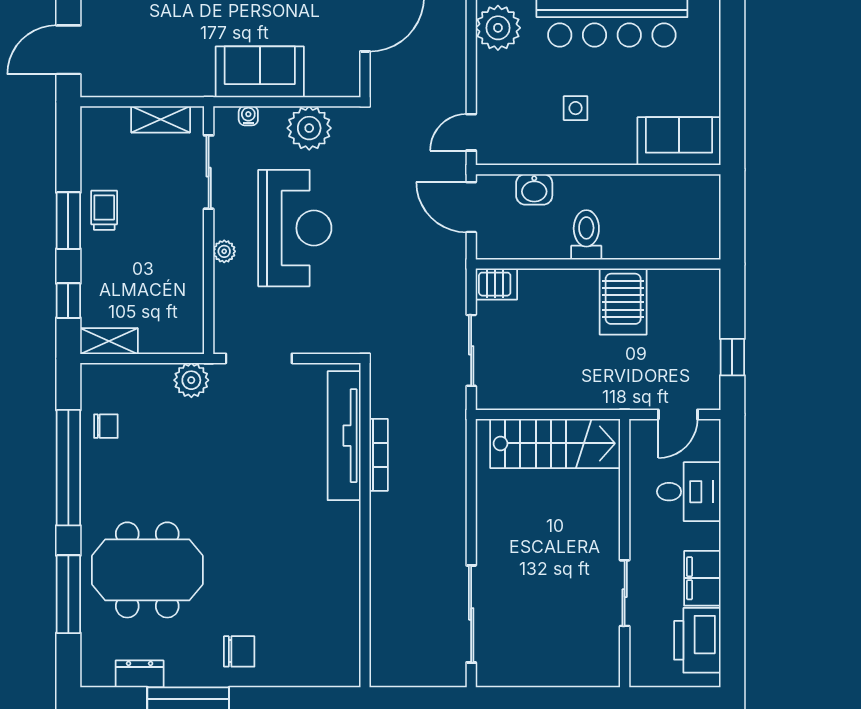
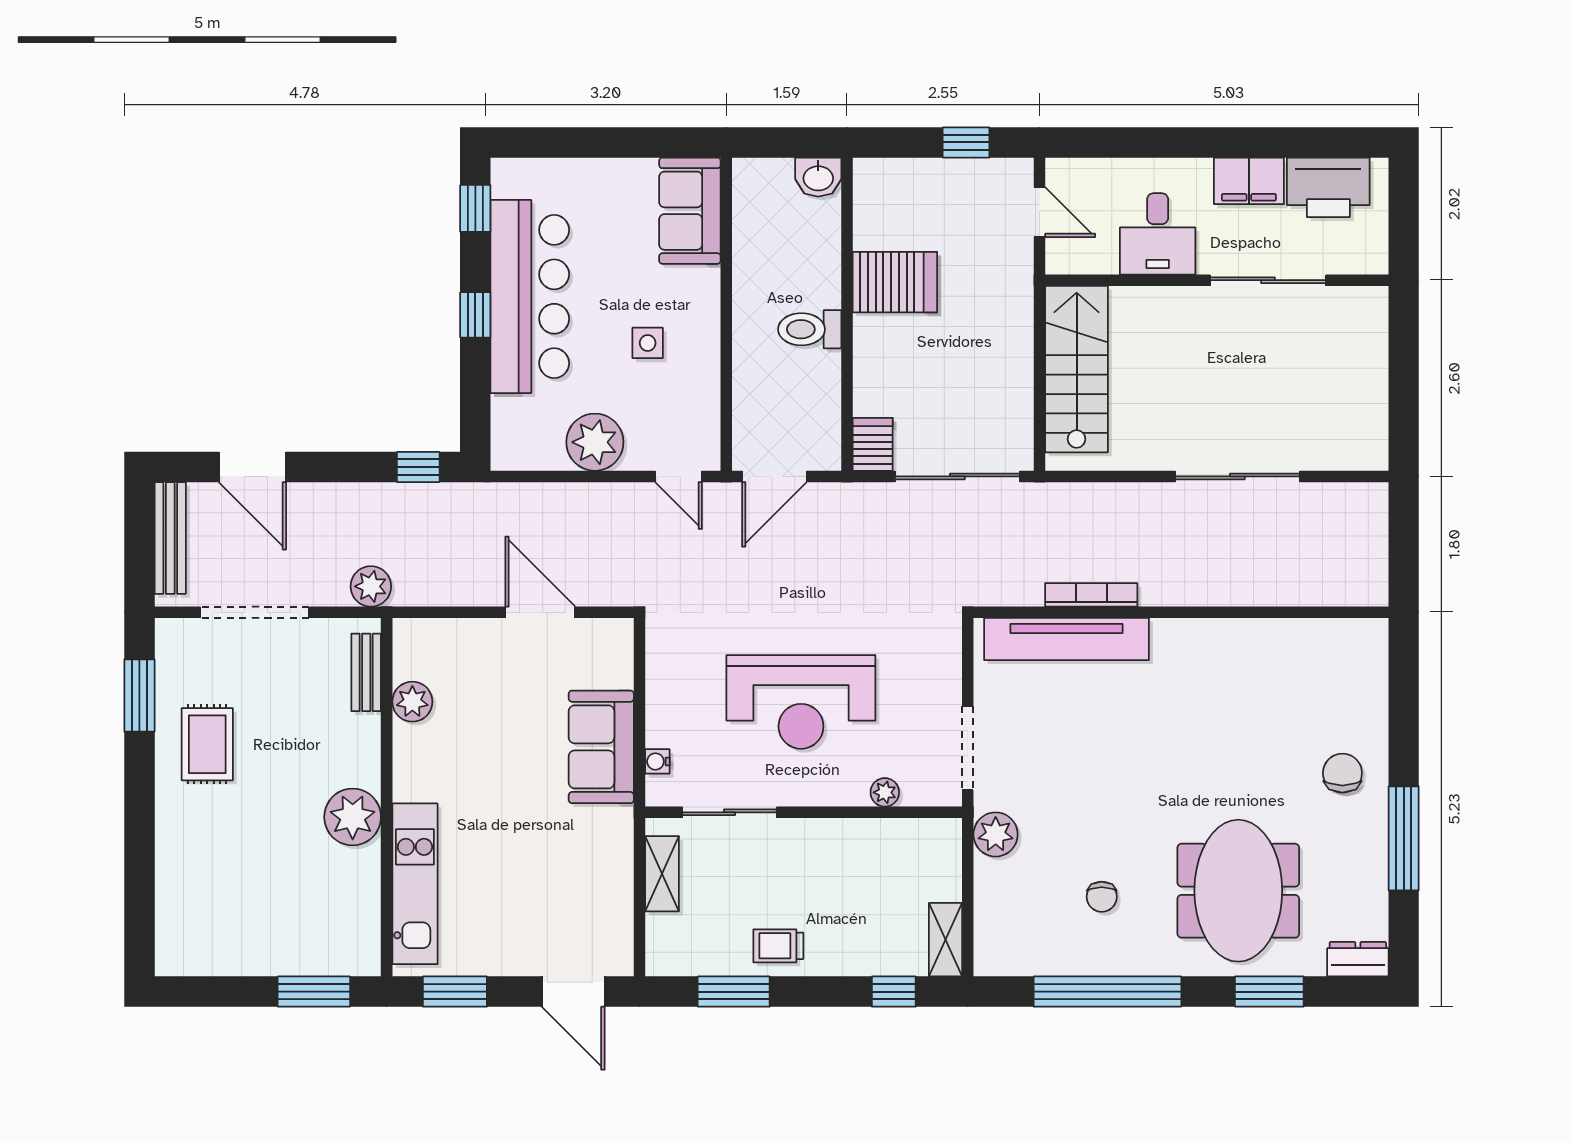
plant: (498, 28) -> (595, 442), moved
plant: (309, 128) -> (673, 684), removed
washbasin: (534, 189) -> (818, 177), moved, turned 90
window: (68, 221) -> (734, 992), moved
reception desk: (295, 228) -> (801, 702), turned 180
plant: (224, 251) -> (885, 792), moved
sliding door: (471, 350) -> (957, 476), width x1.37
chair: (106, 426) -> (1102, 897), moved, turned 180
desk: (689, 492) -> (1158, 234), moved, turned 180
sliding door: (625, 593) -> (1268, 280), width x1.37
window: (68, 594) -> (1269, 992), width x0.69
sliding door: (471, 614) -> (1237, 476), moved
dresser: (140, 674) -> (1358, 959), moved, turned 90

